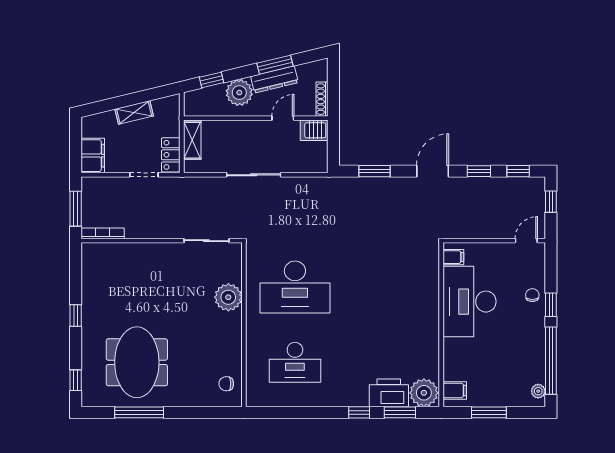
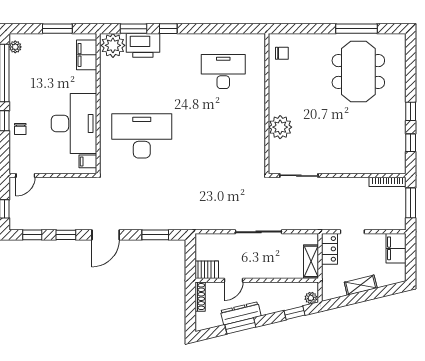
plant: (239, 93) -> (311, 298), moved, width x0.53, depth x0.53
desk: (295, 287) -> (142, 136), moved
window: (76, 380) -> (411, 143), moved
filing cabinet: (455, 390) -> (87, 55), width x2.00

